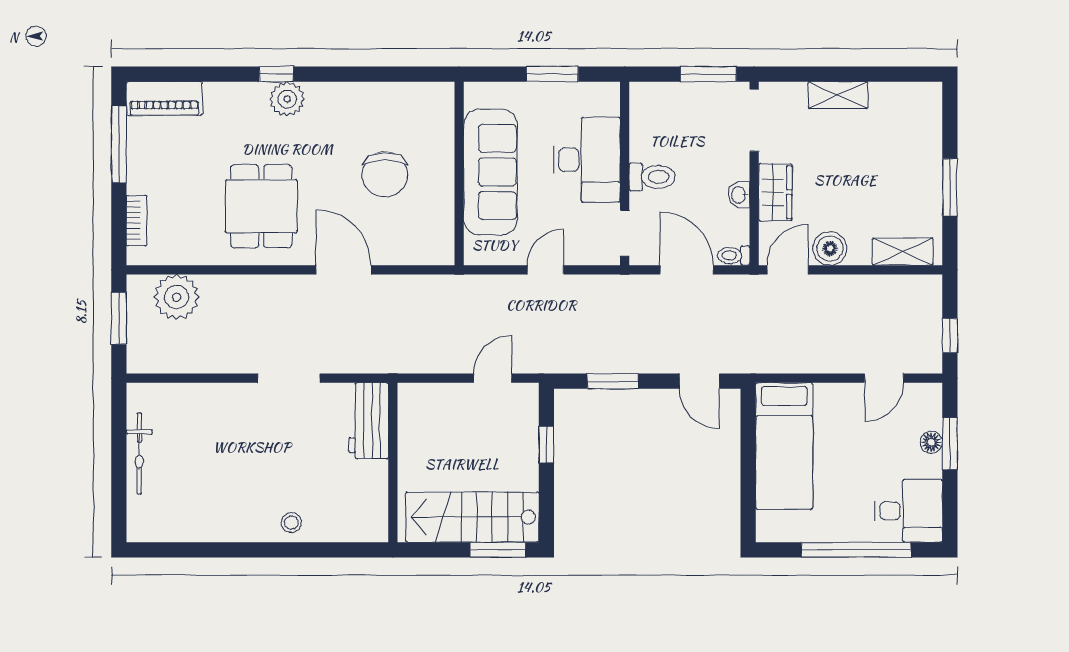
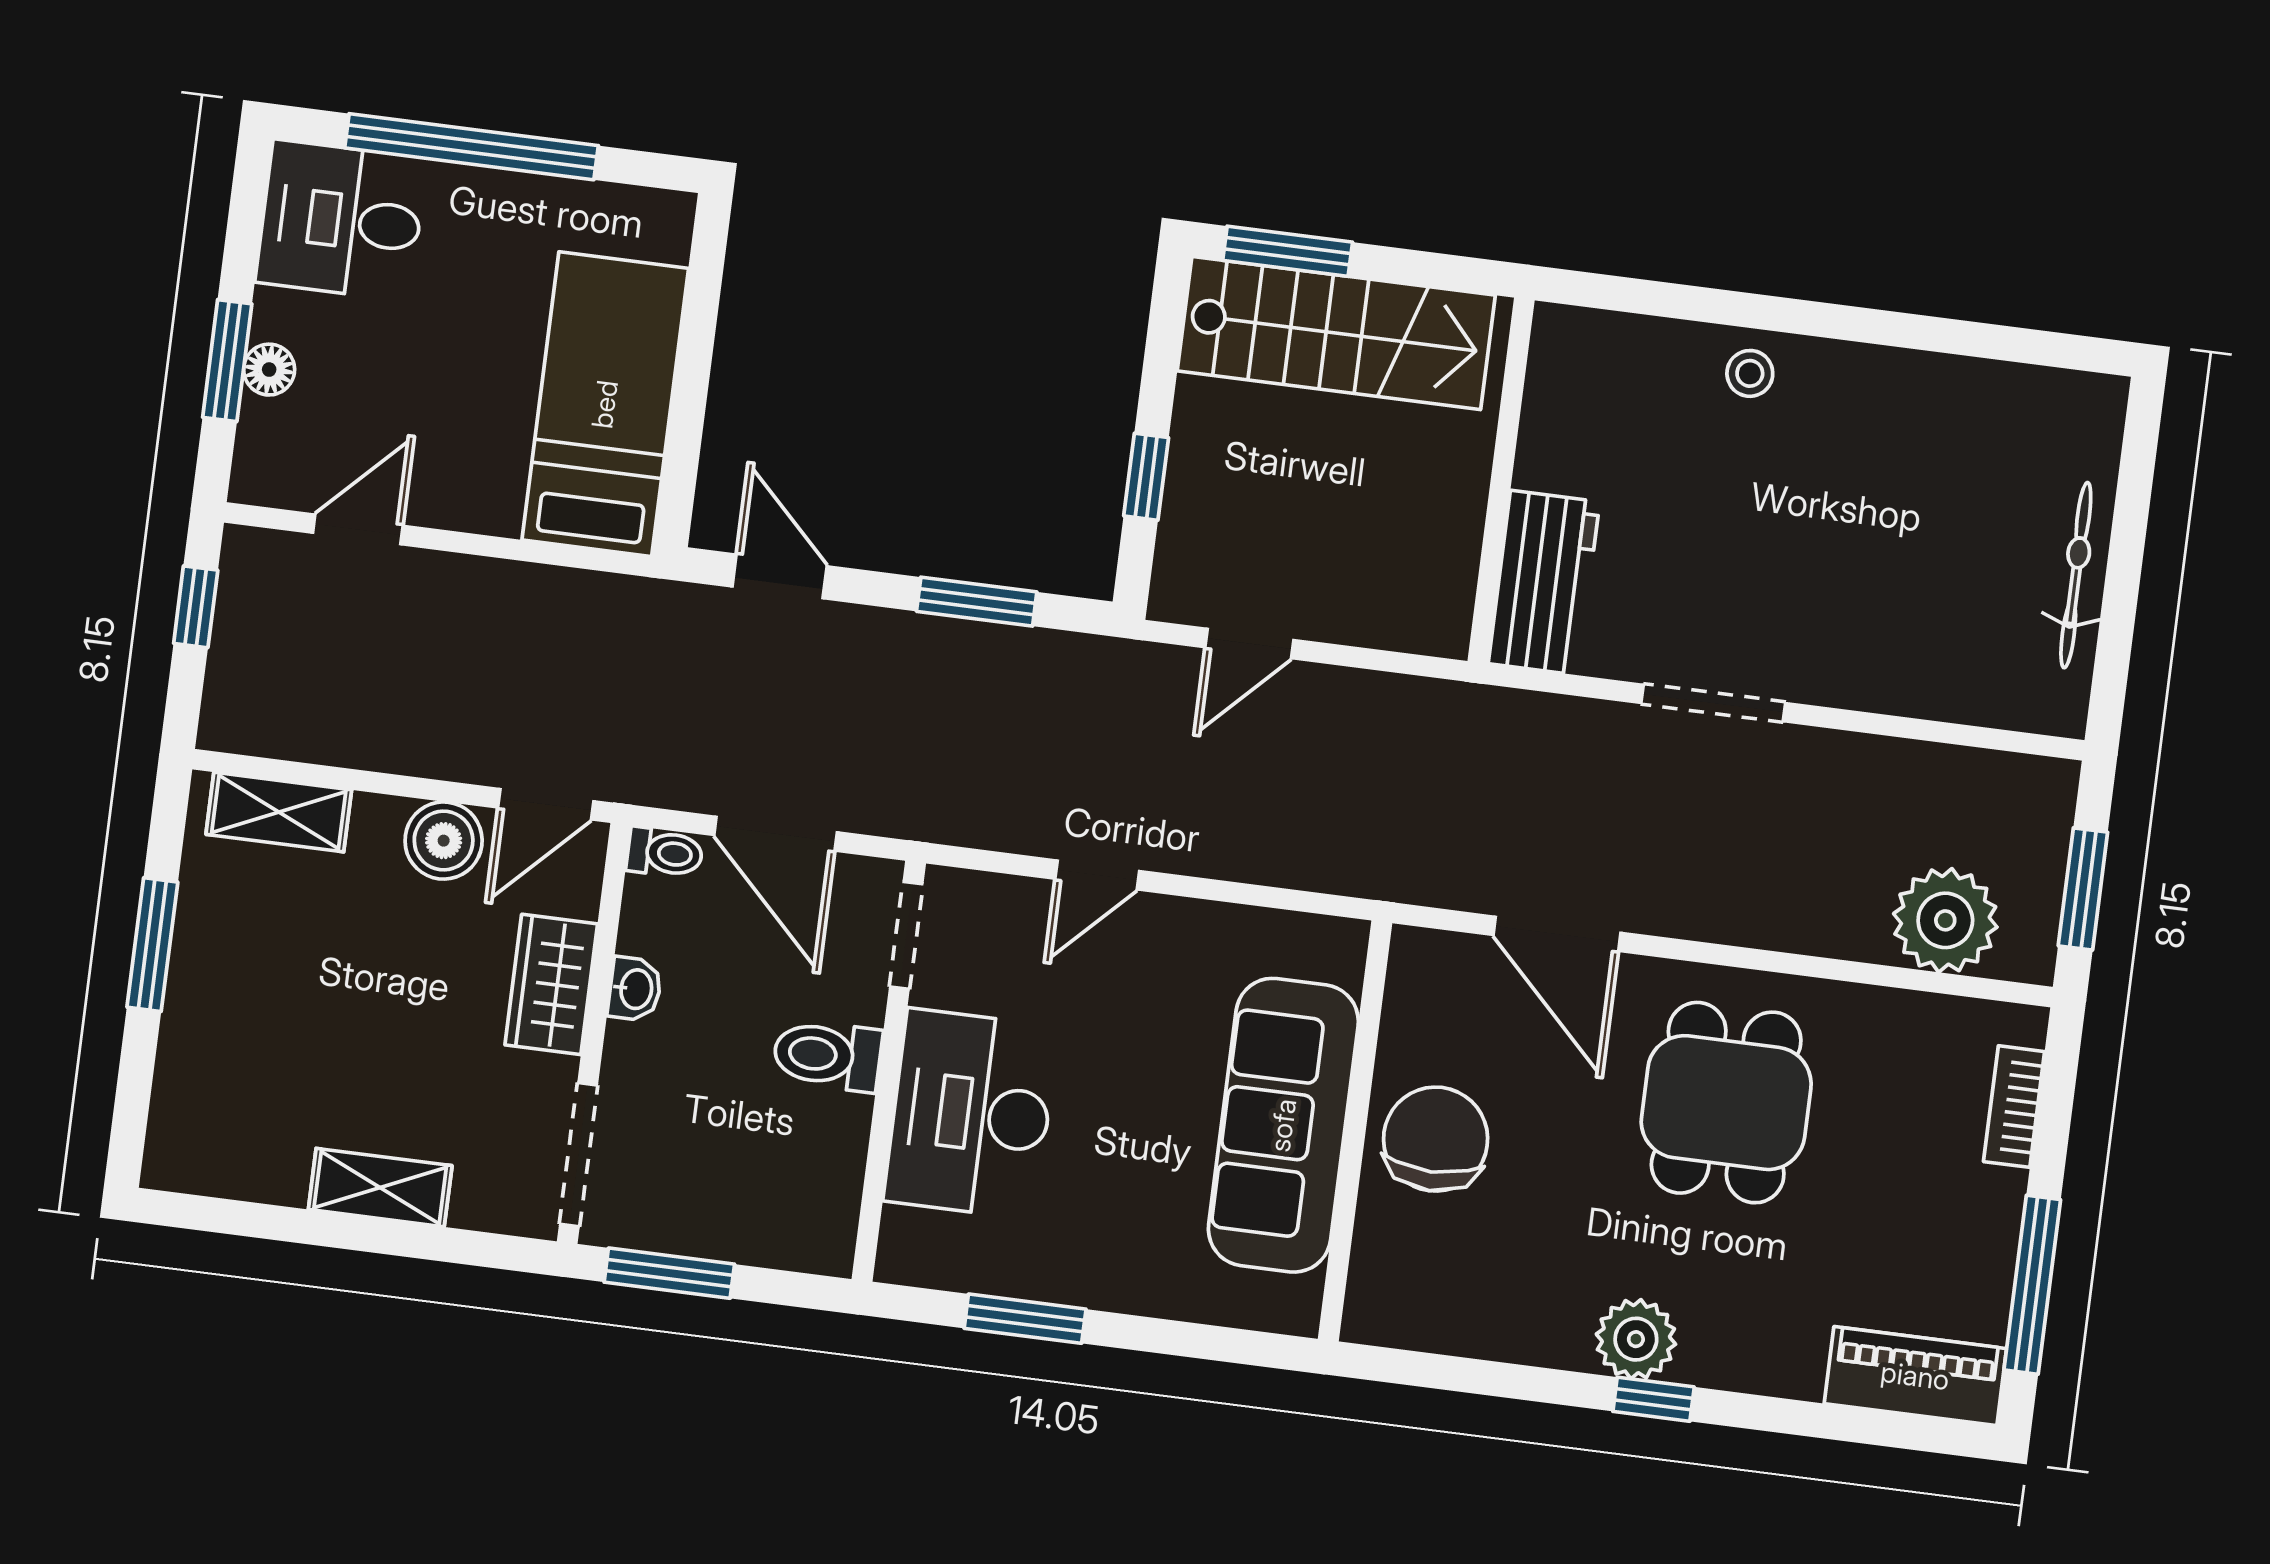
sofa: (490, 172) -> (1283, 1125), moved
wall: (459, 173) -> (1355, 1131), moved

